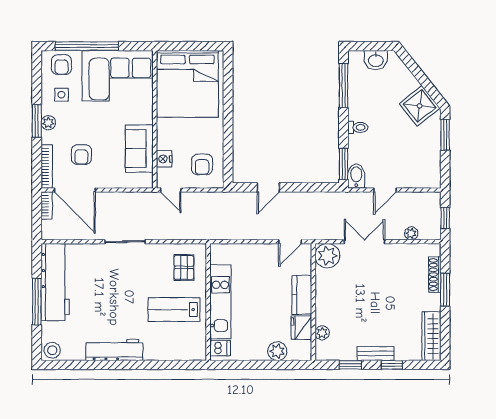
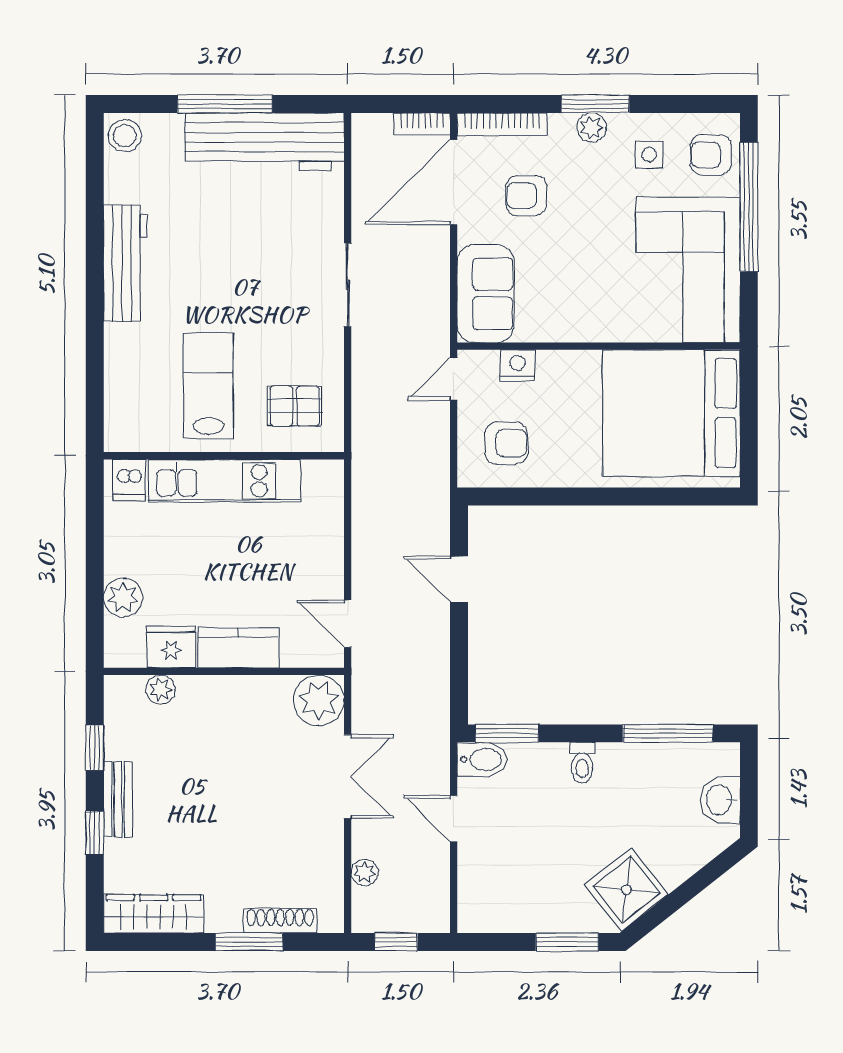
sofa: (139, 149) -> (485, 294), moved, turned 90
armchair: (202, 164) -> (506, 443), turned 180

